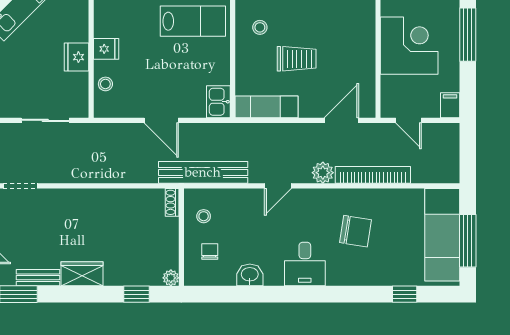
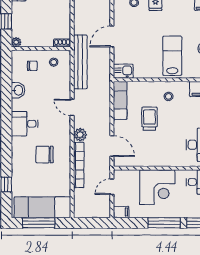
lab bench: (193, 21) -> (172, 56), turned 180
trolley: (297, 59) -> (149, 119), turned 180
chair: (355, 231) -> (45, 155), turned 81

